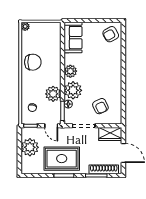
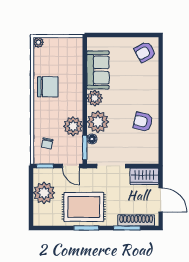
sofa: (73, 38) -> (98, 70), moved
armchair: (100, 106) -> (143, 122), moved, turned 129

